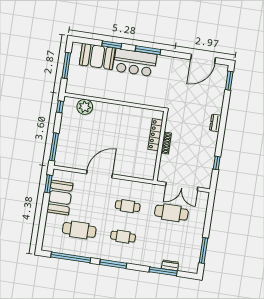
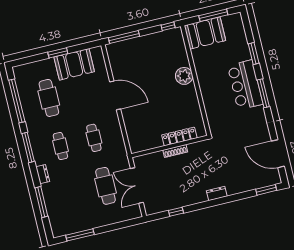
booth: (97, 56) -> (205, 33), moved, turned 90
plant: (85, 107) -> (184, 76), moved
window: (48, 184) -> (58, 53), moved
dresser: (170, 265) -> (43, 174), moved

